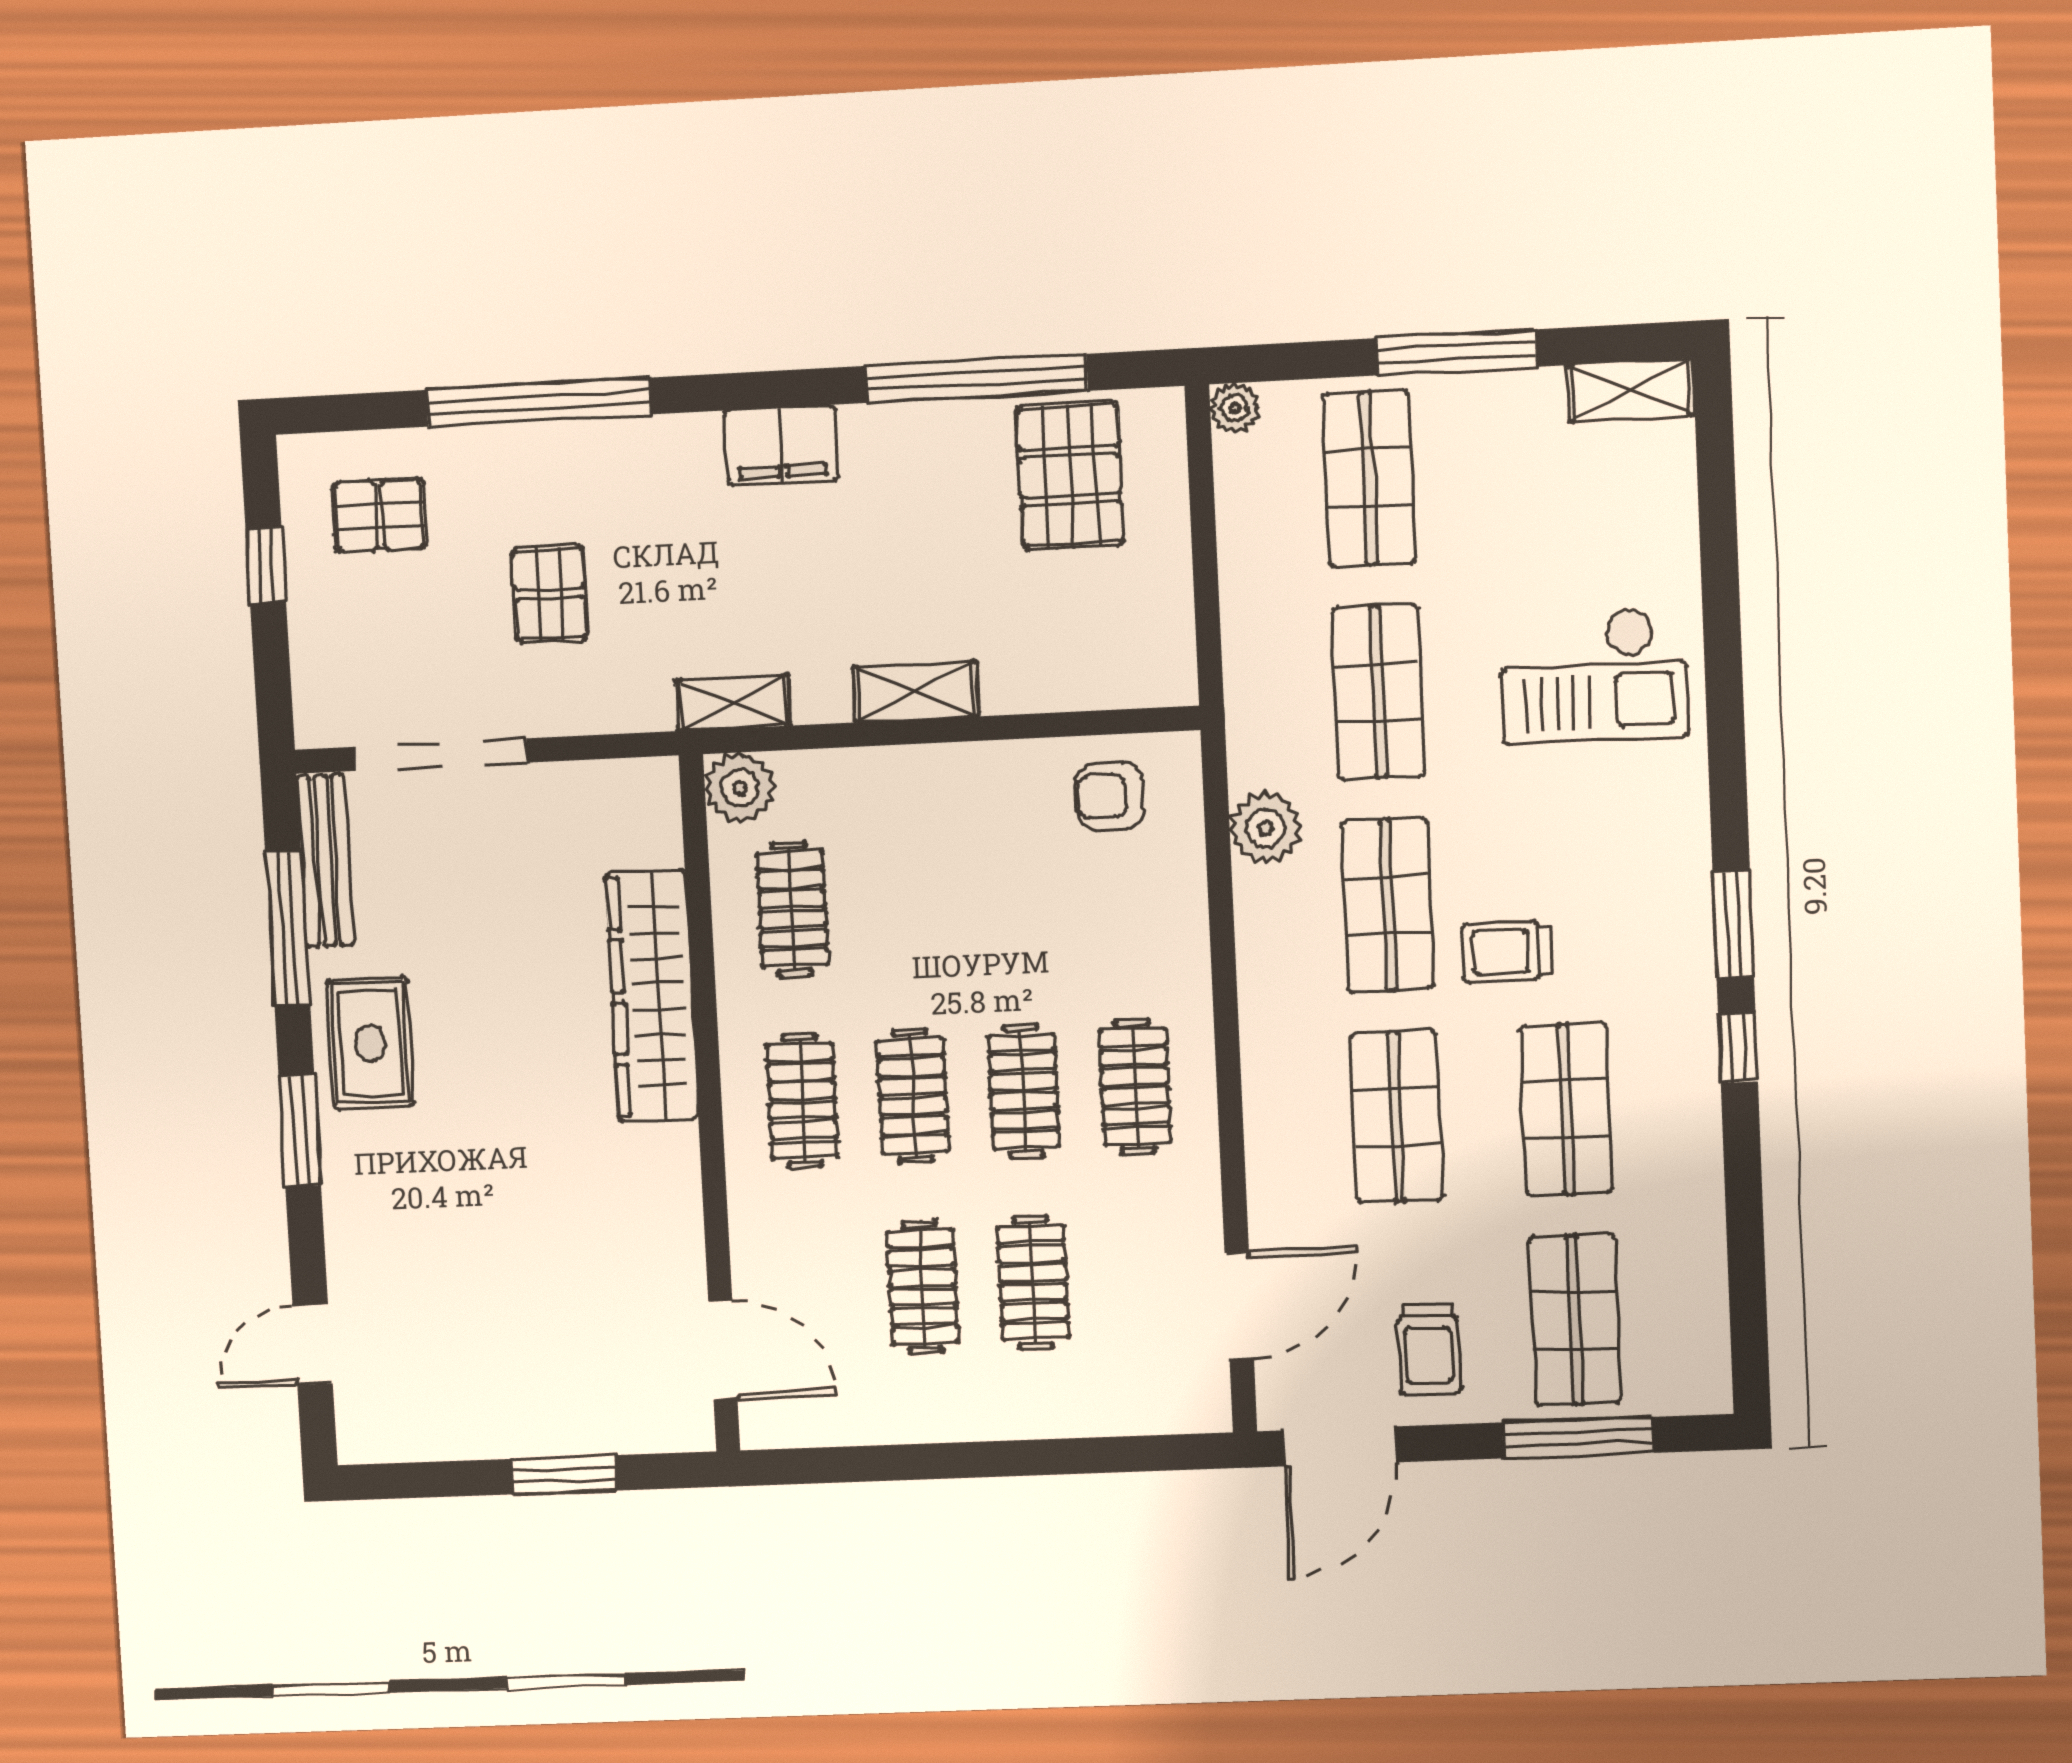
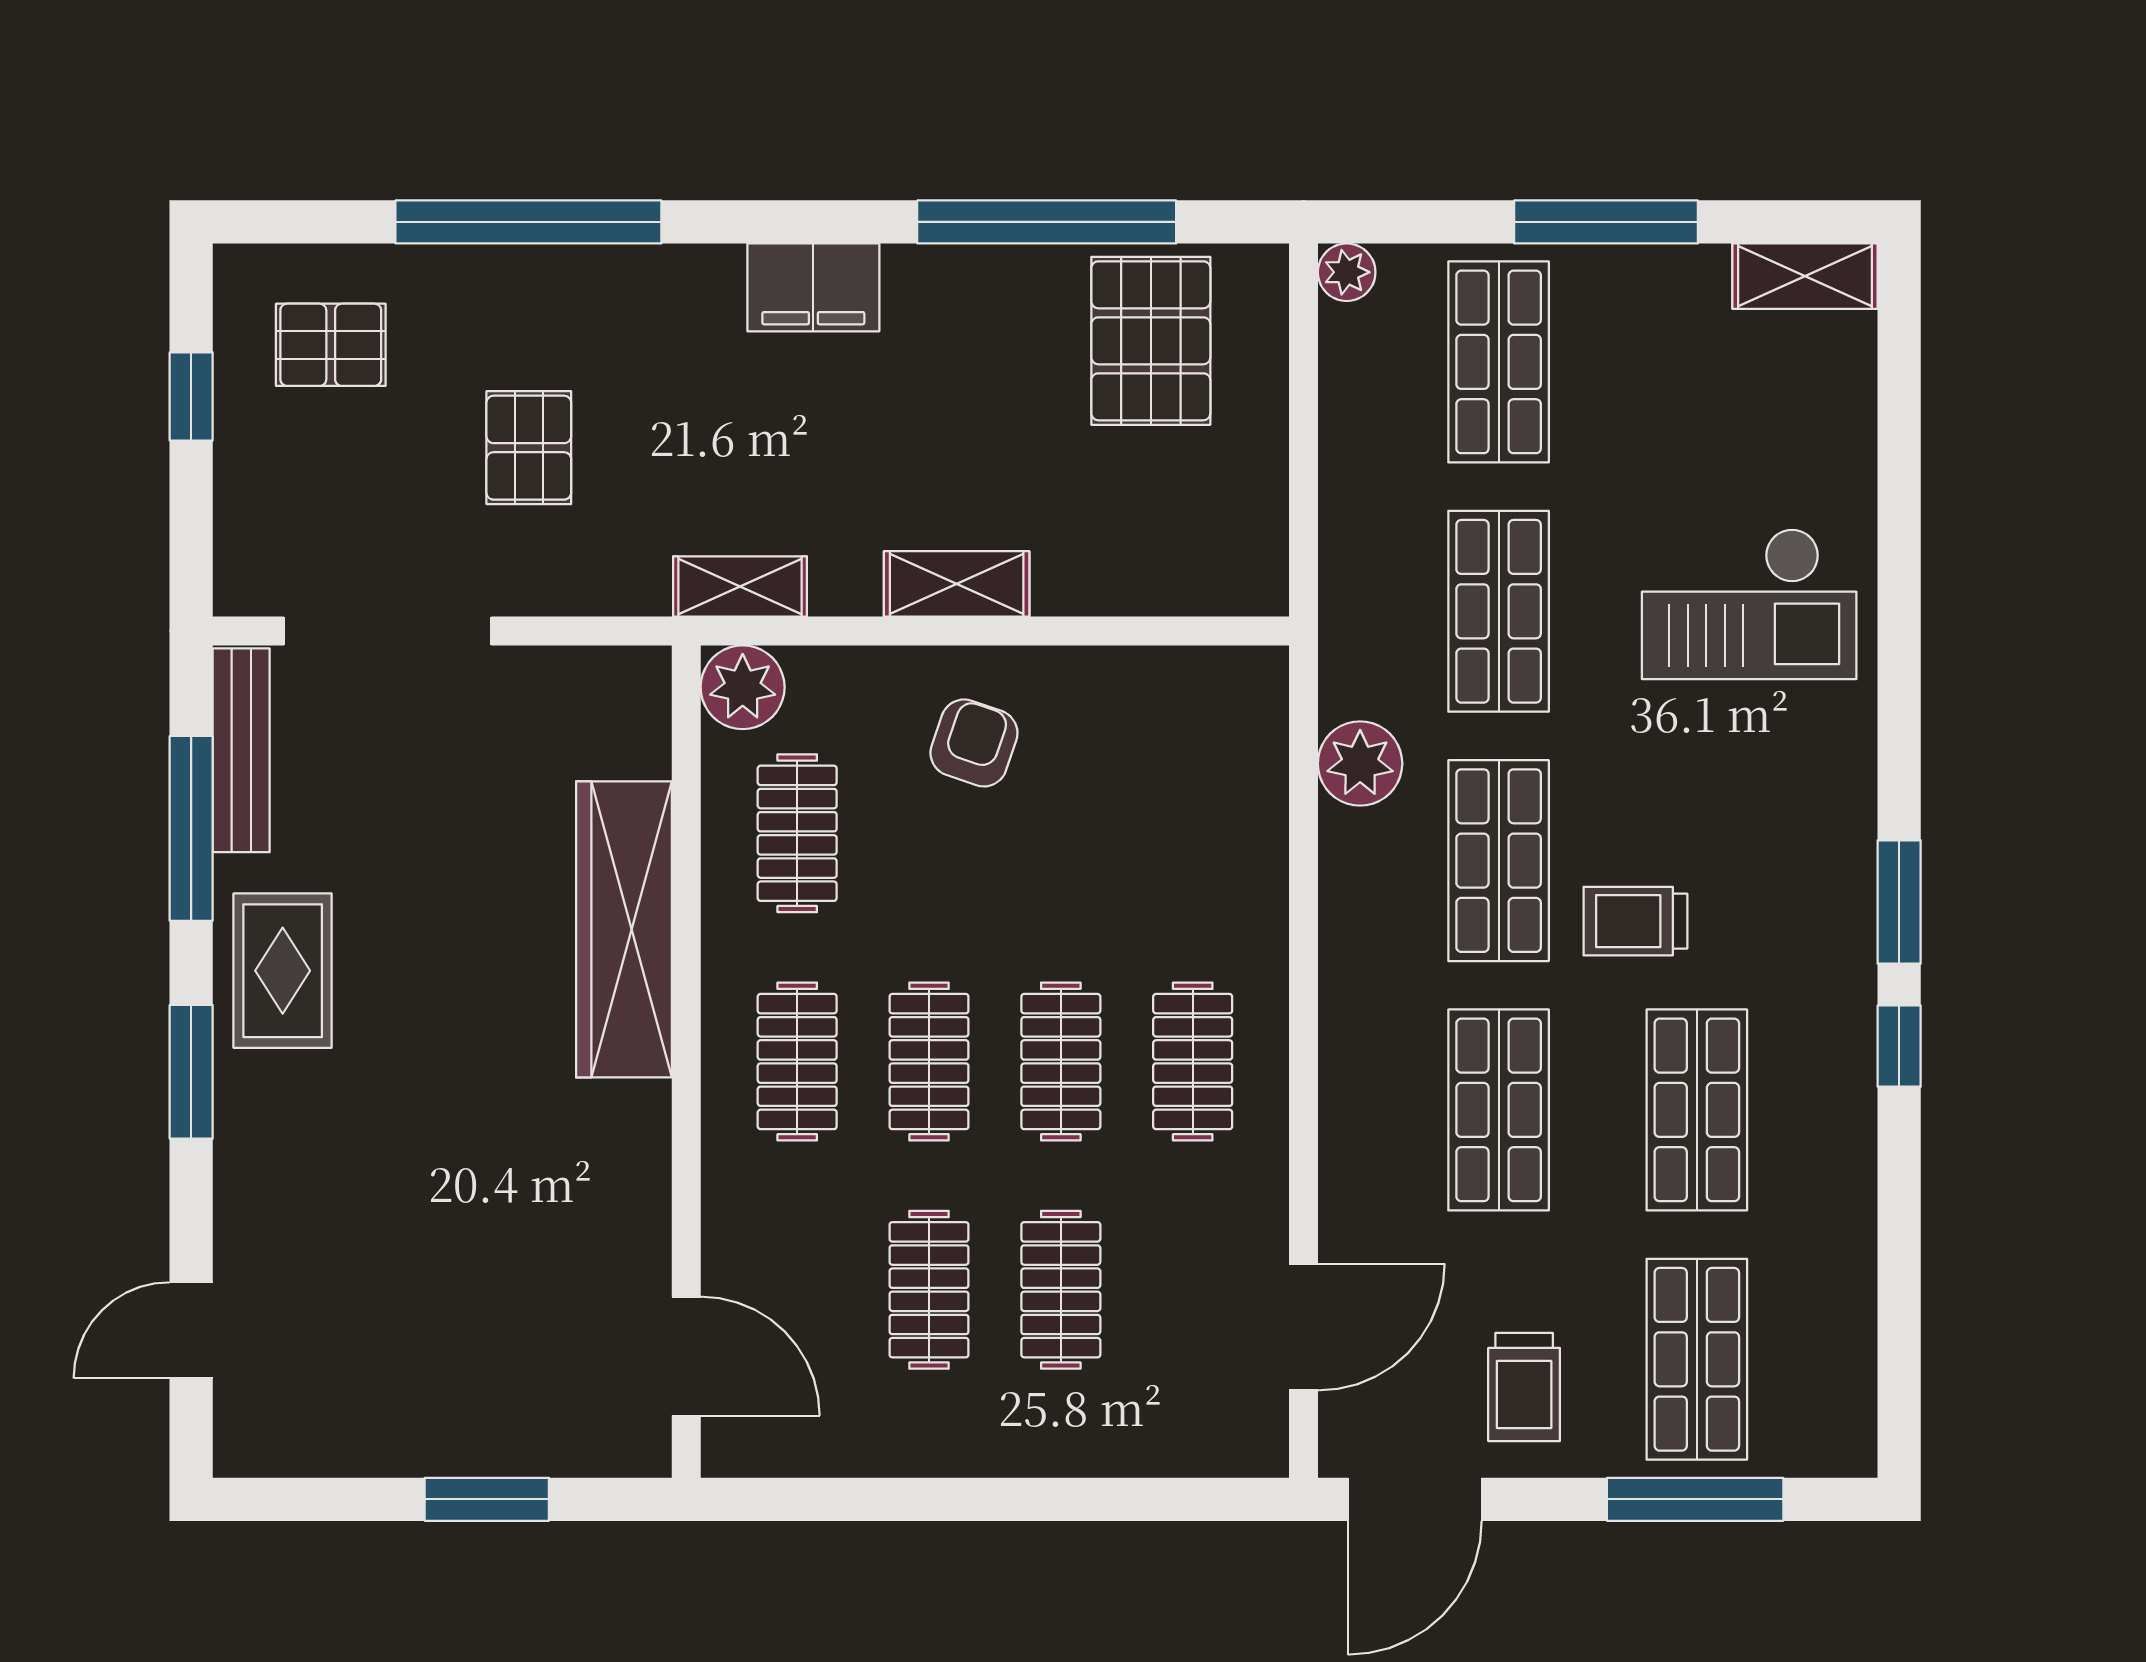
armchair: (1110, 796) -> (974, 743), moved, turned 109

